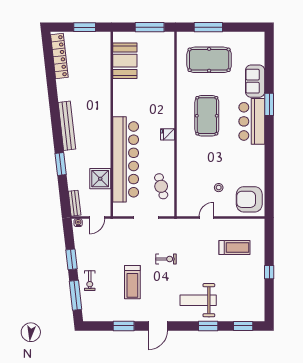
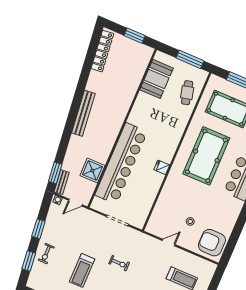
pool table: (207, 116) -> (206, 156), width x1.36, depth x1.32
fridge: (168, 134) -> (162, 167), moved
window: (61, 164) -> (55, 173), moved
cafe table: (161, 186) -> (187, 93), moved
window: (76, 295) -> (29, 261), width x0.69

